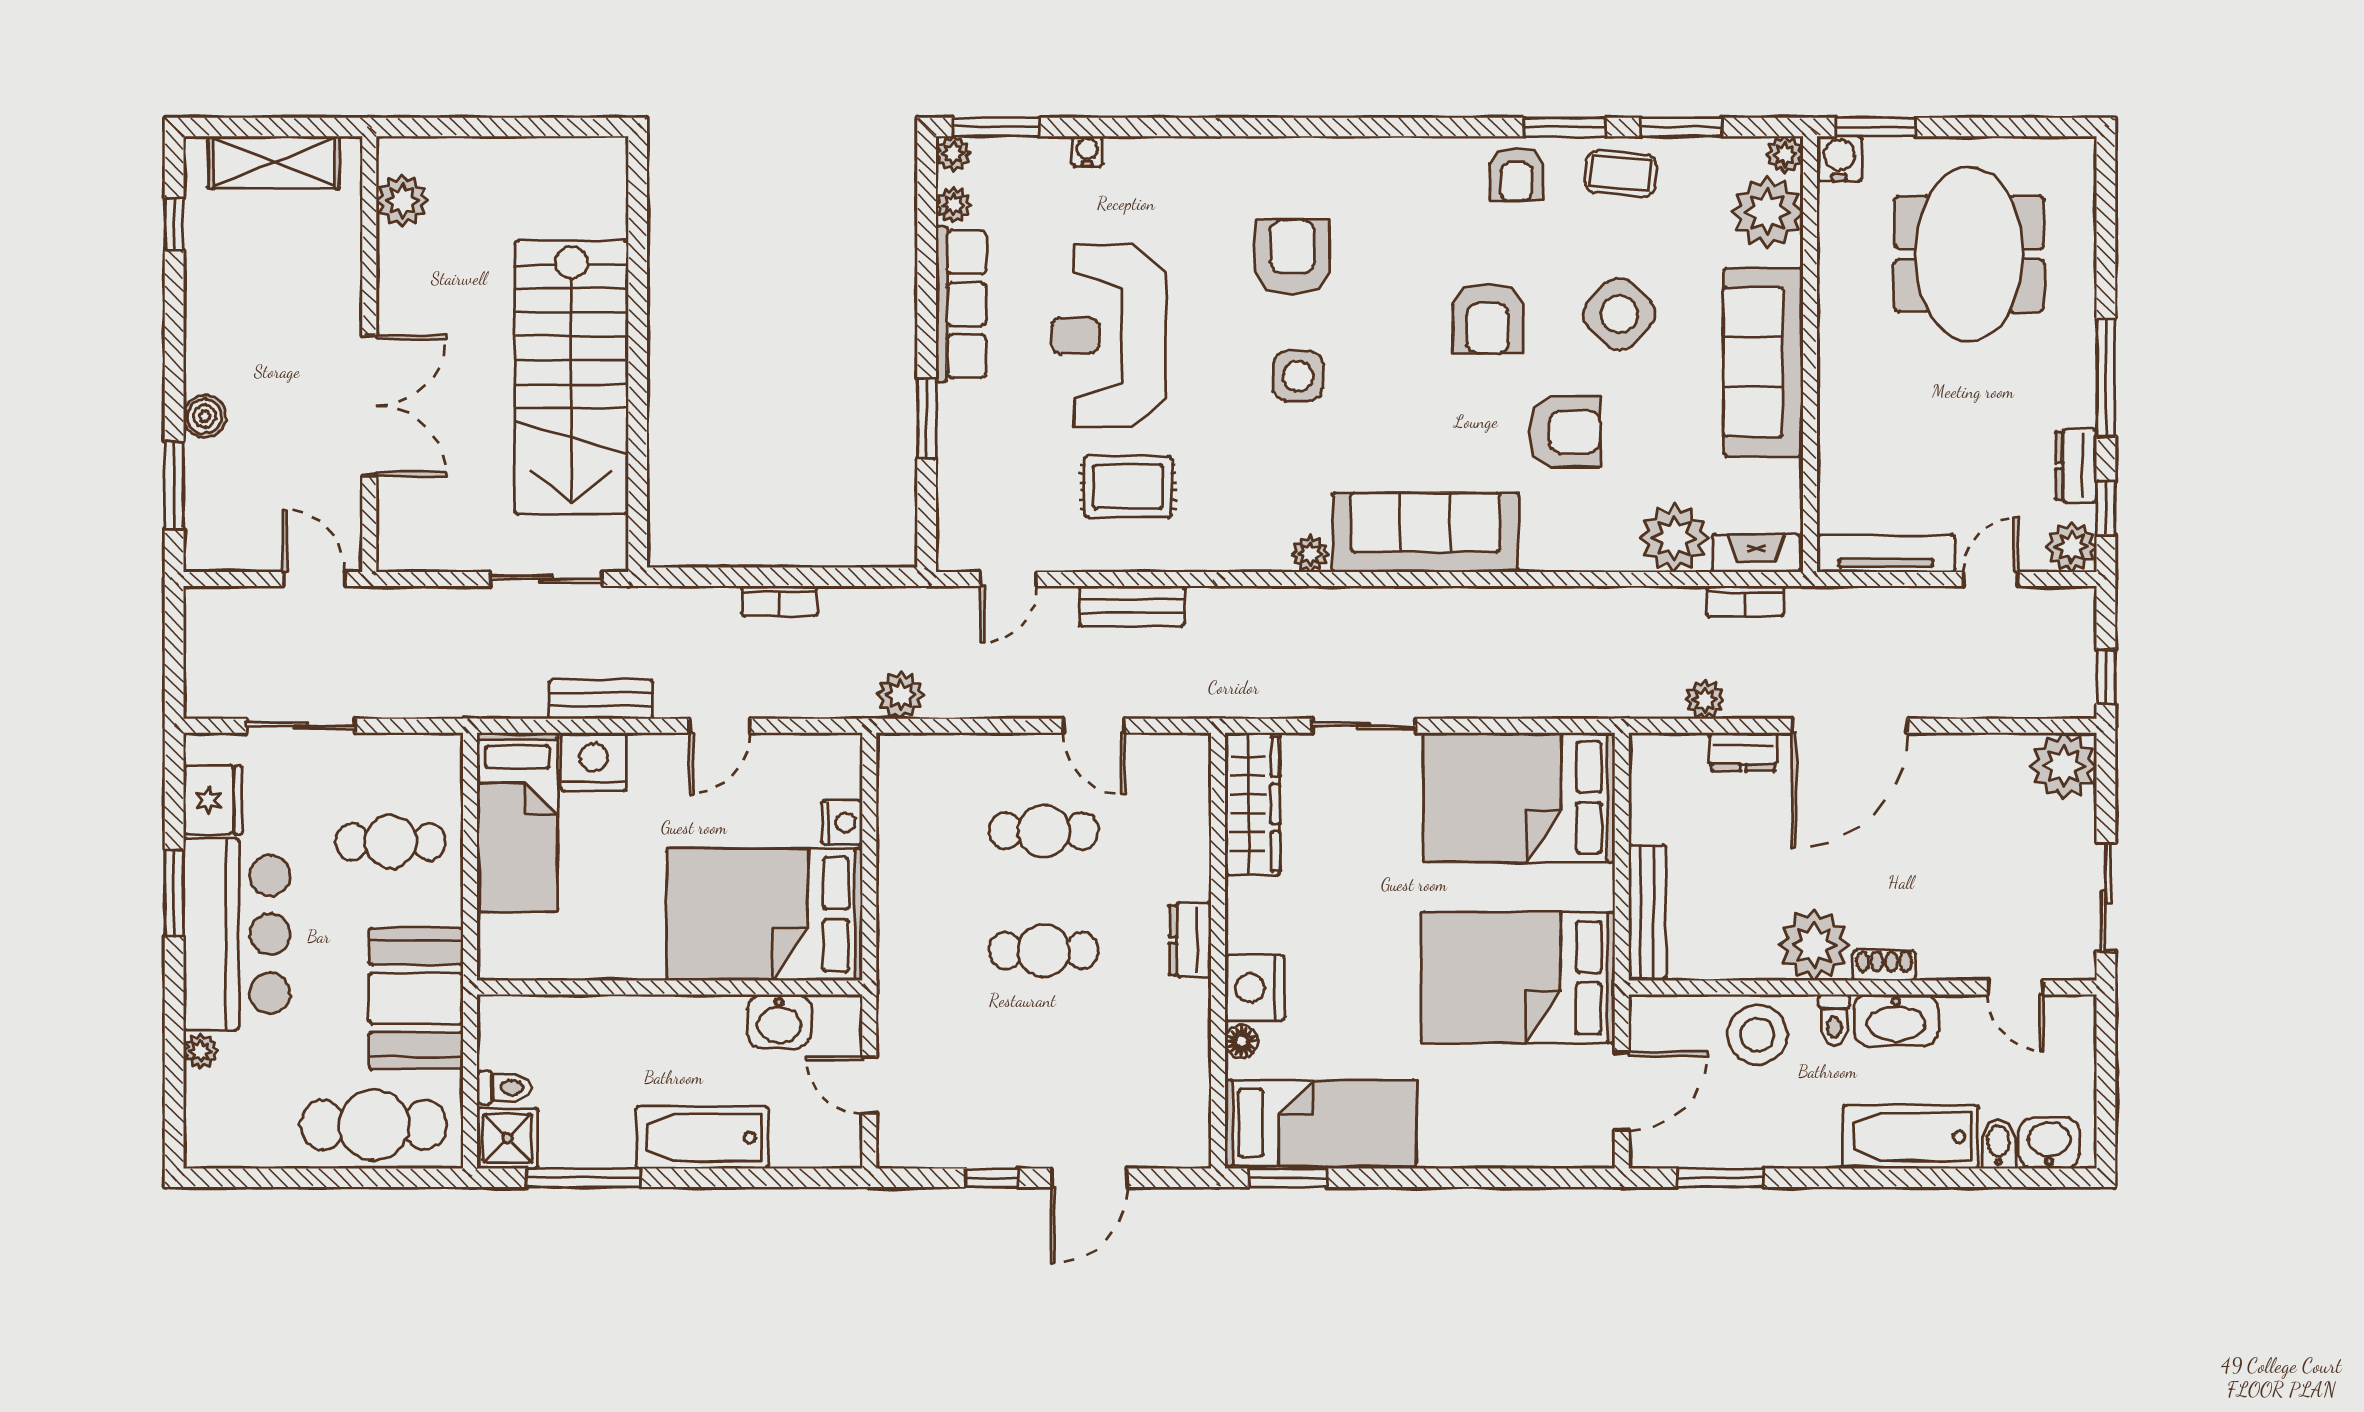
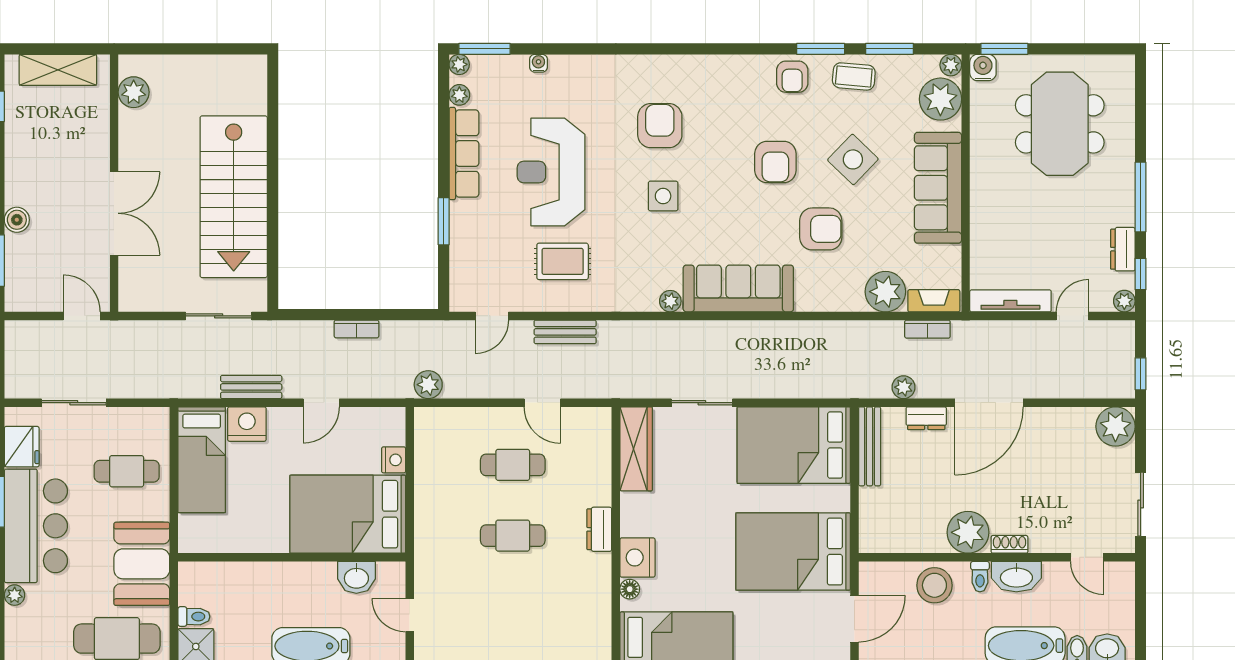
plant: (2072, 547) -> (1124, 301), width x0.73, depth x0.73
bench: (1647, 912) -> (870, 446), moved

